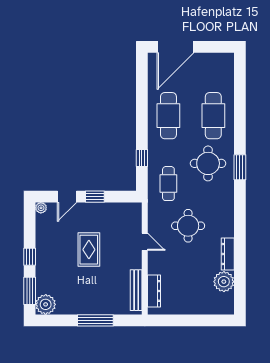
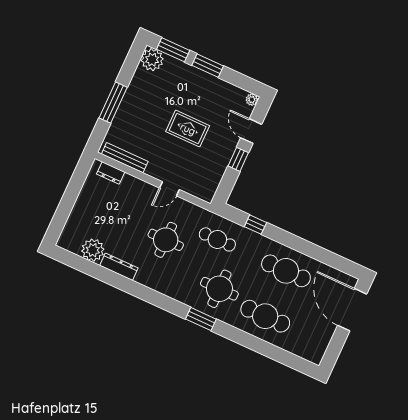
window: (30, 257) -> (208, 66), width x1.50
dresser: (154, 291) -> (111, 173), width x0.70

